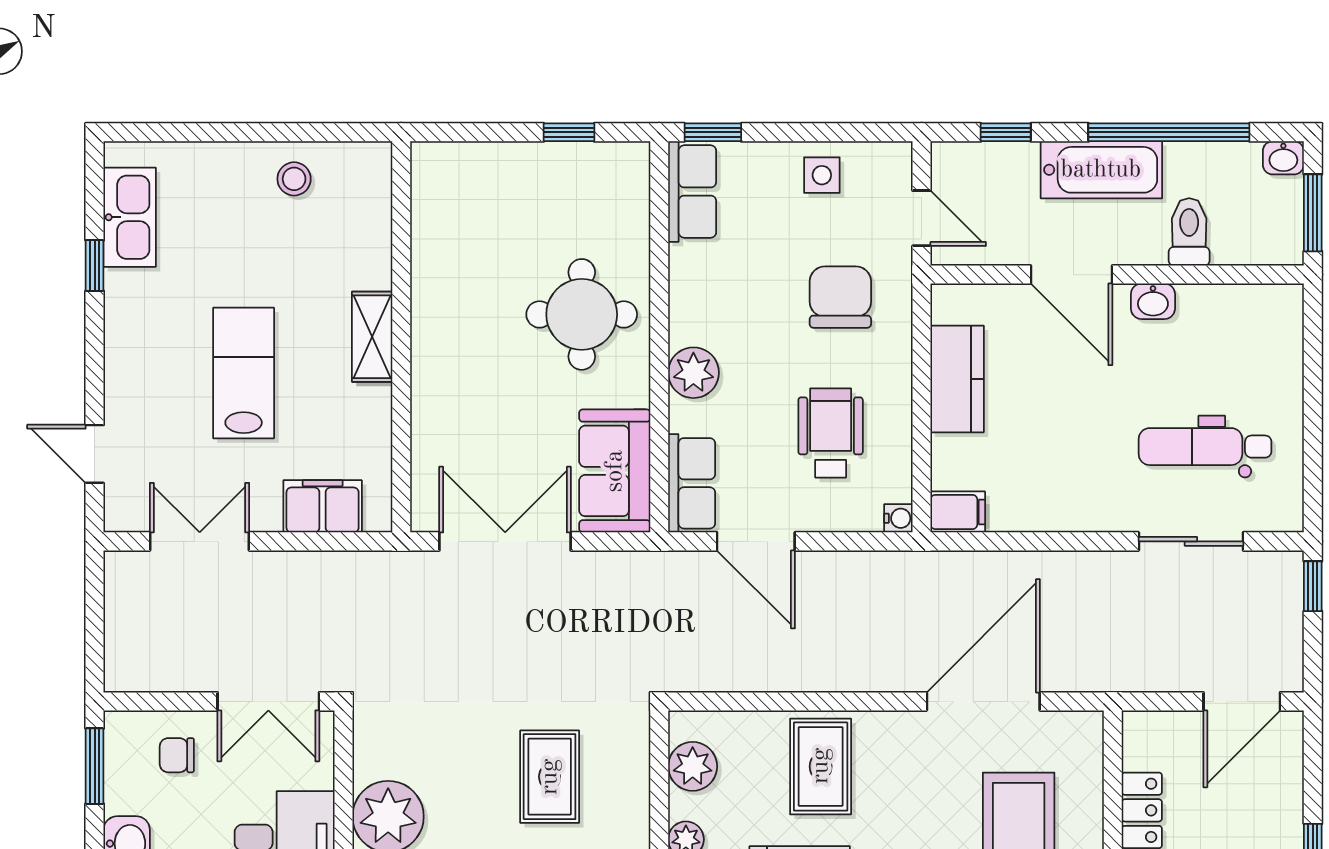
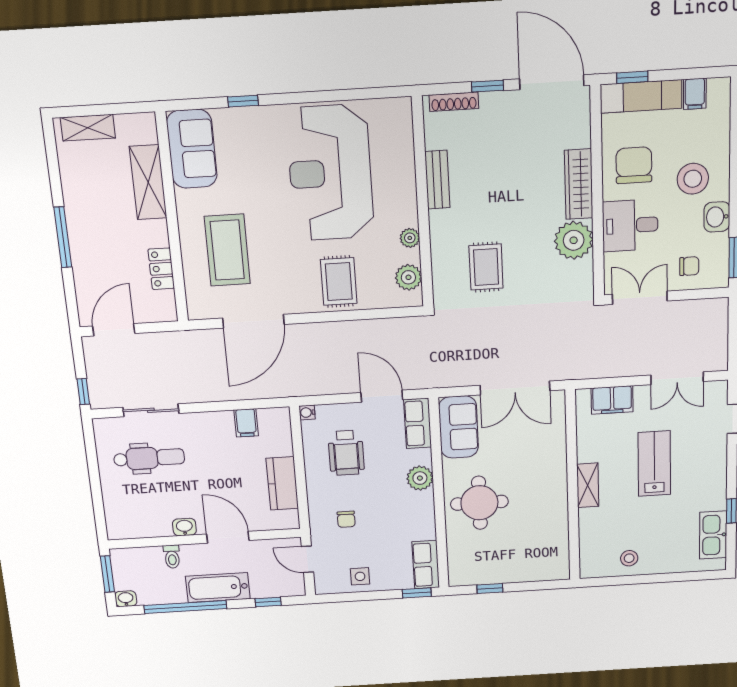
toilet: (1189, 232) -> (172, 557), width x0.73, depth x0.72
chair: (840, 297) -> (346, 519), width x0.54, depth x0.54
lab bench: (244, 373) -> (654, 464), turned 180
filing cabinet: (958, 512) -> (246, 423), moved, turned -90

